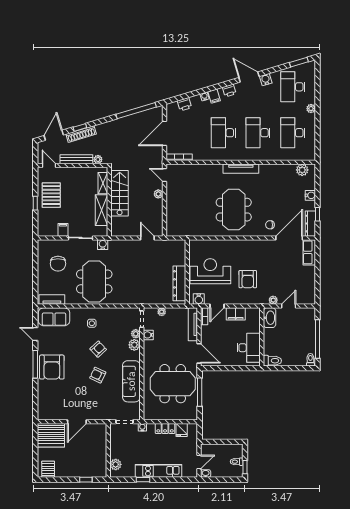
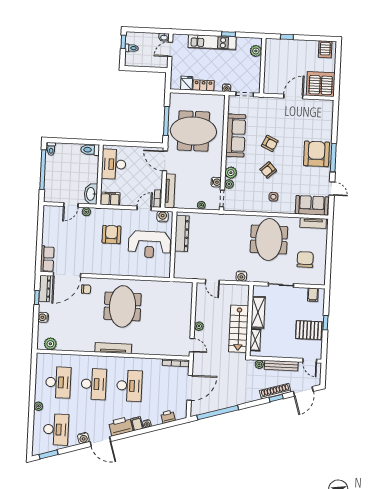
printer: (229, 91) -> (121, 426), width x1.87, depth x1.48
pallet: (51, 195) -> (309, 330), turned 90
filing cabinet: (63, 230) -> (313, 295), moved
water cooler: (103, 245) -> (241, 276), moved
filing cabinet: (236, 314) -> (110, 199), moved

